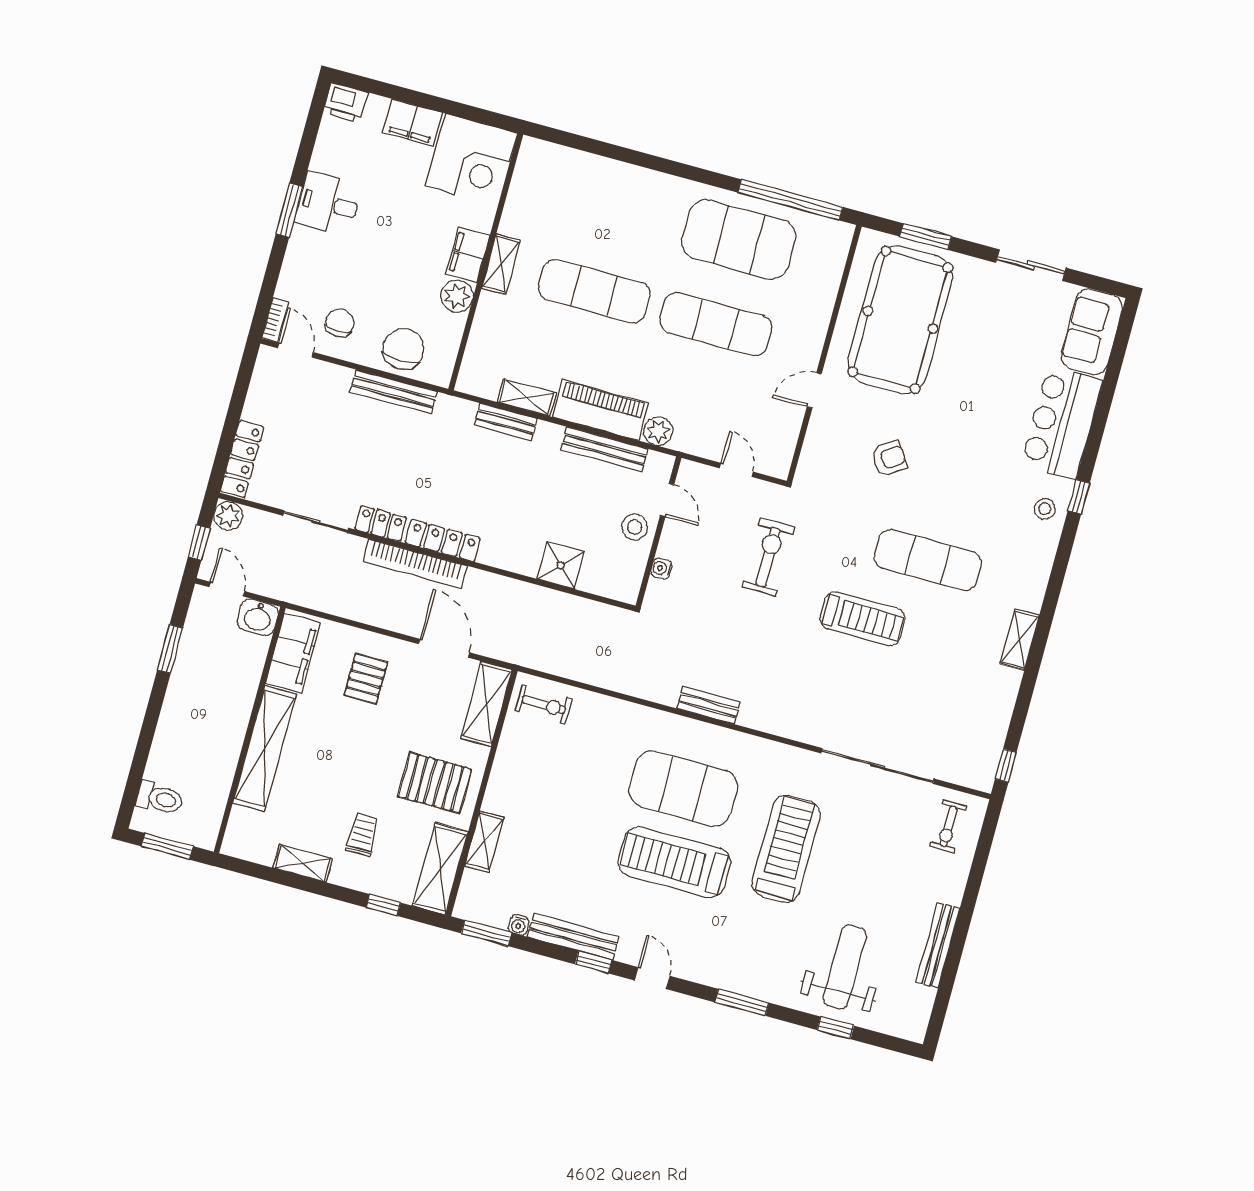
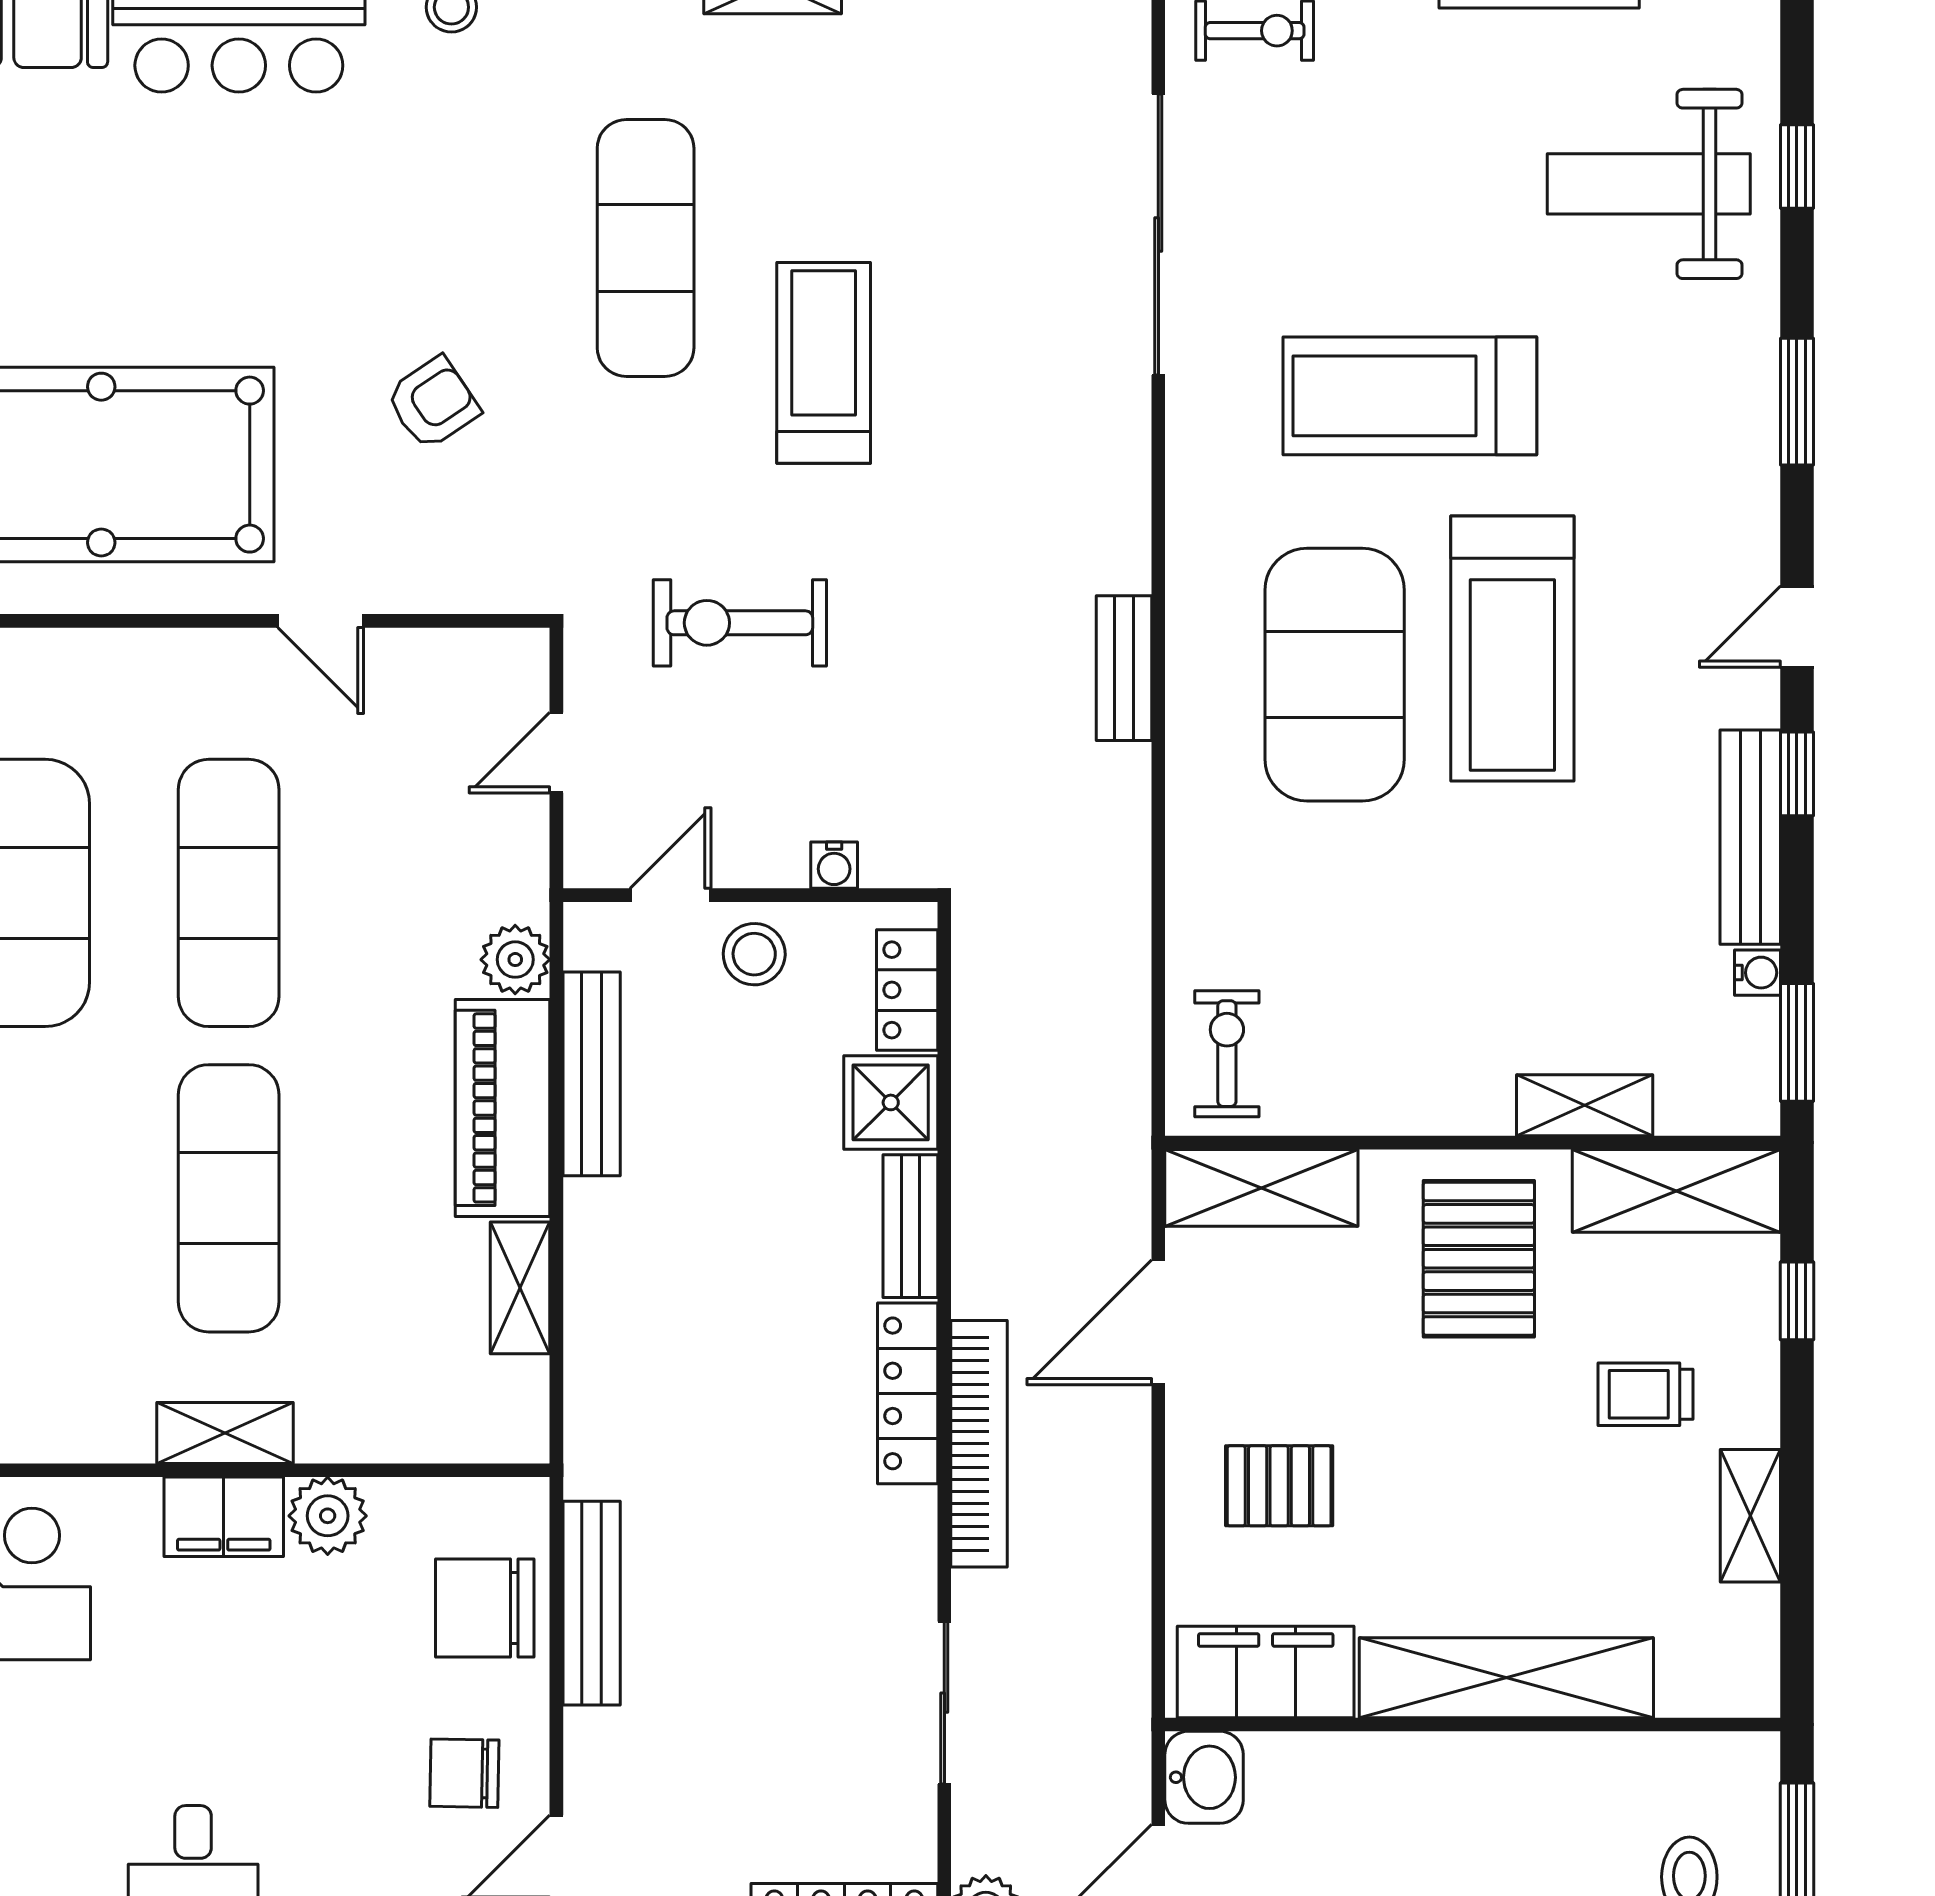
bench: (506, 422) -> (910, 1226), moved
armchair: (889, 459) -> (433, 403), turned 90
locker: (381, 523) -> (907, 990), moved

